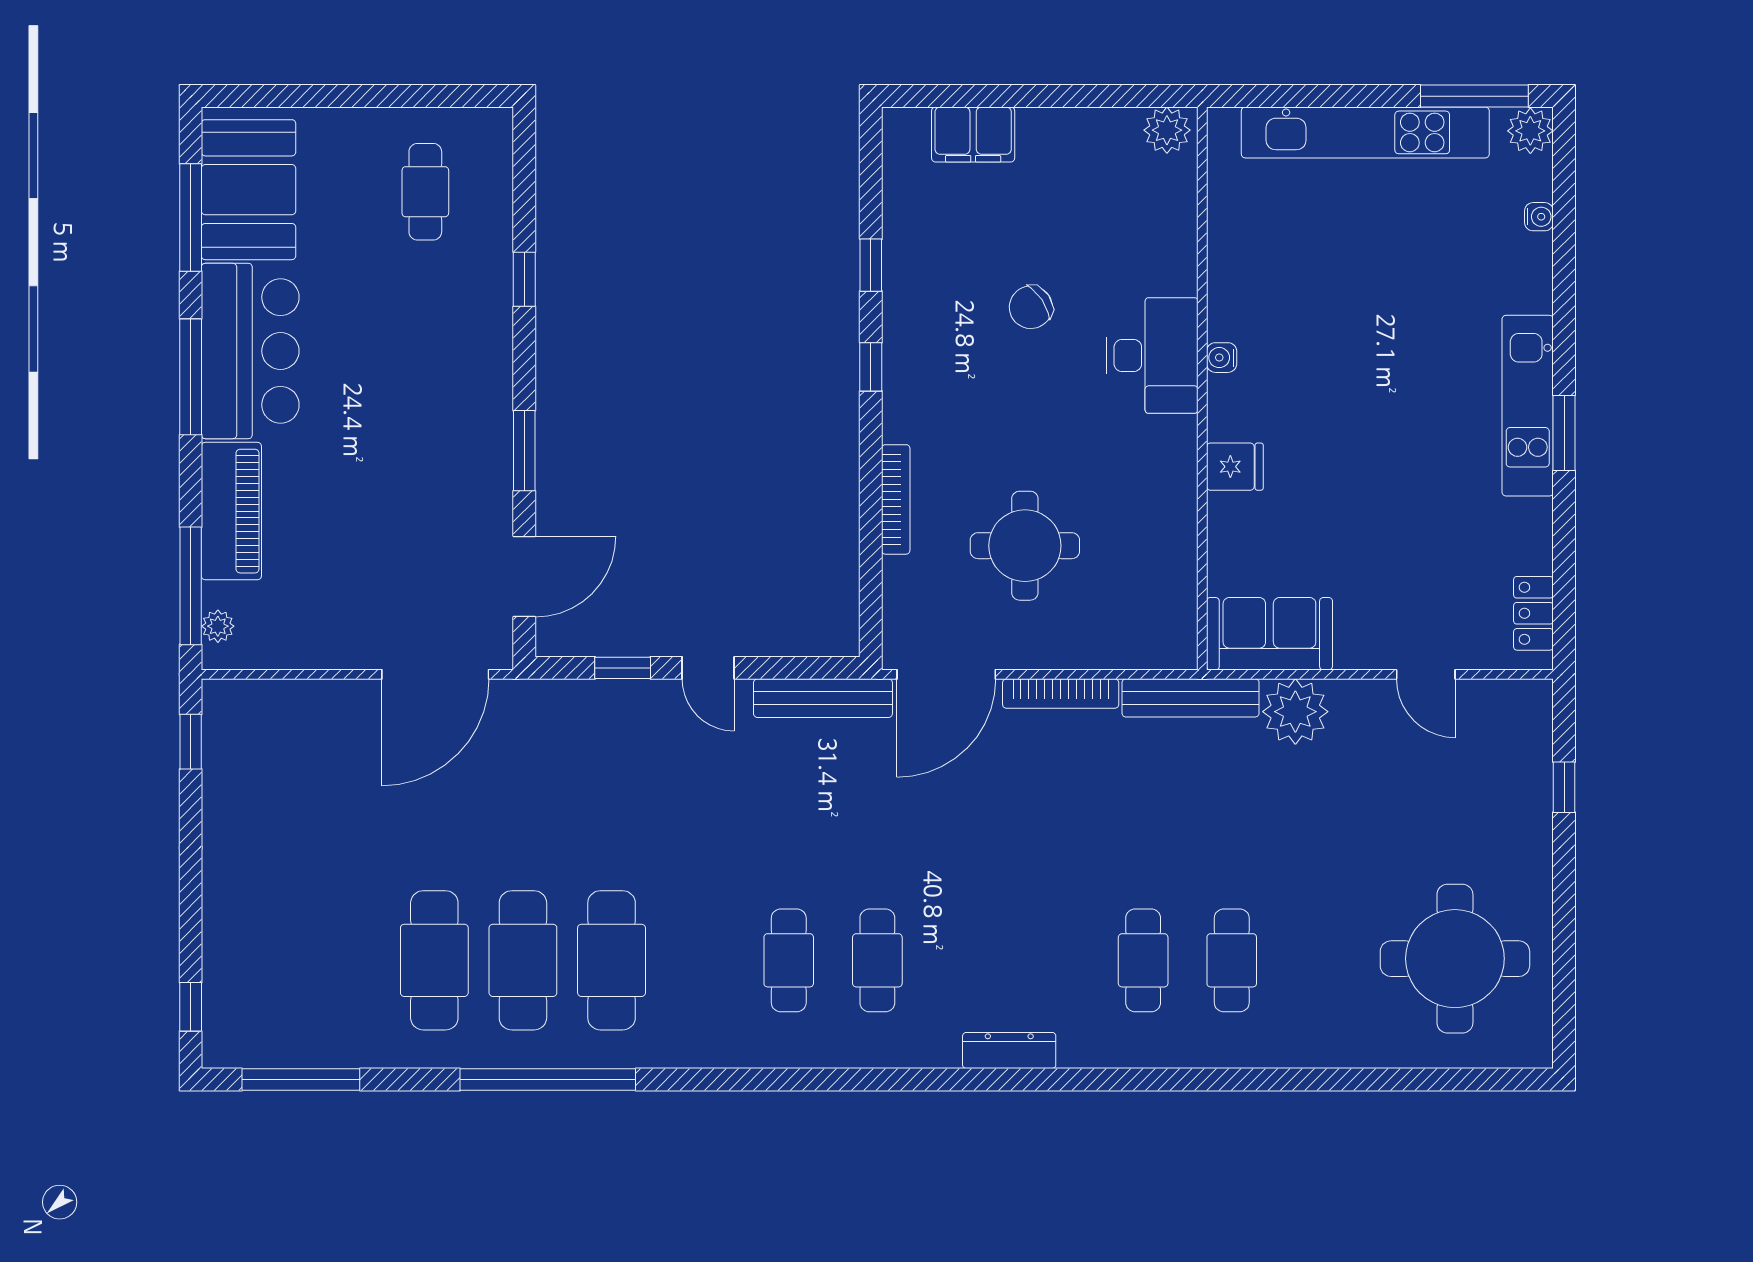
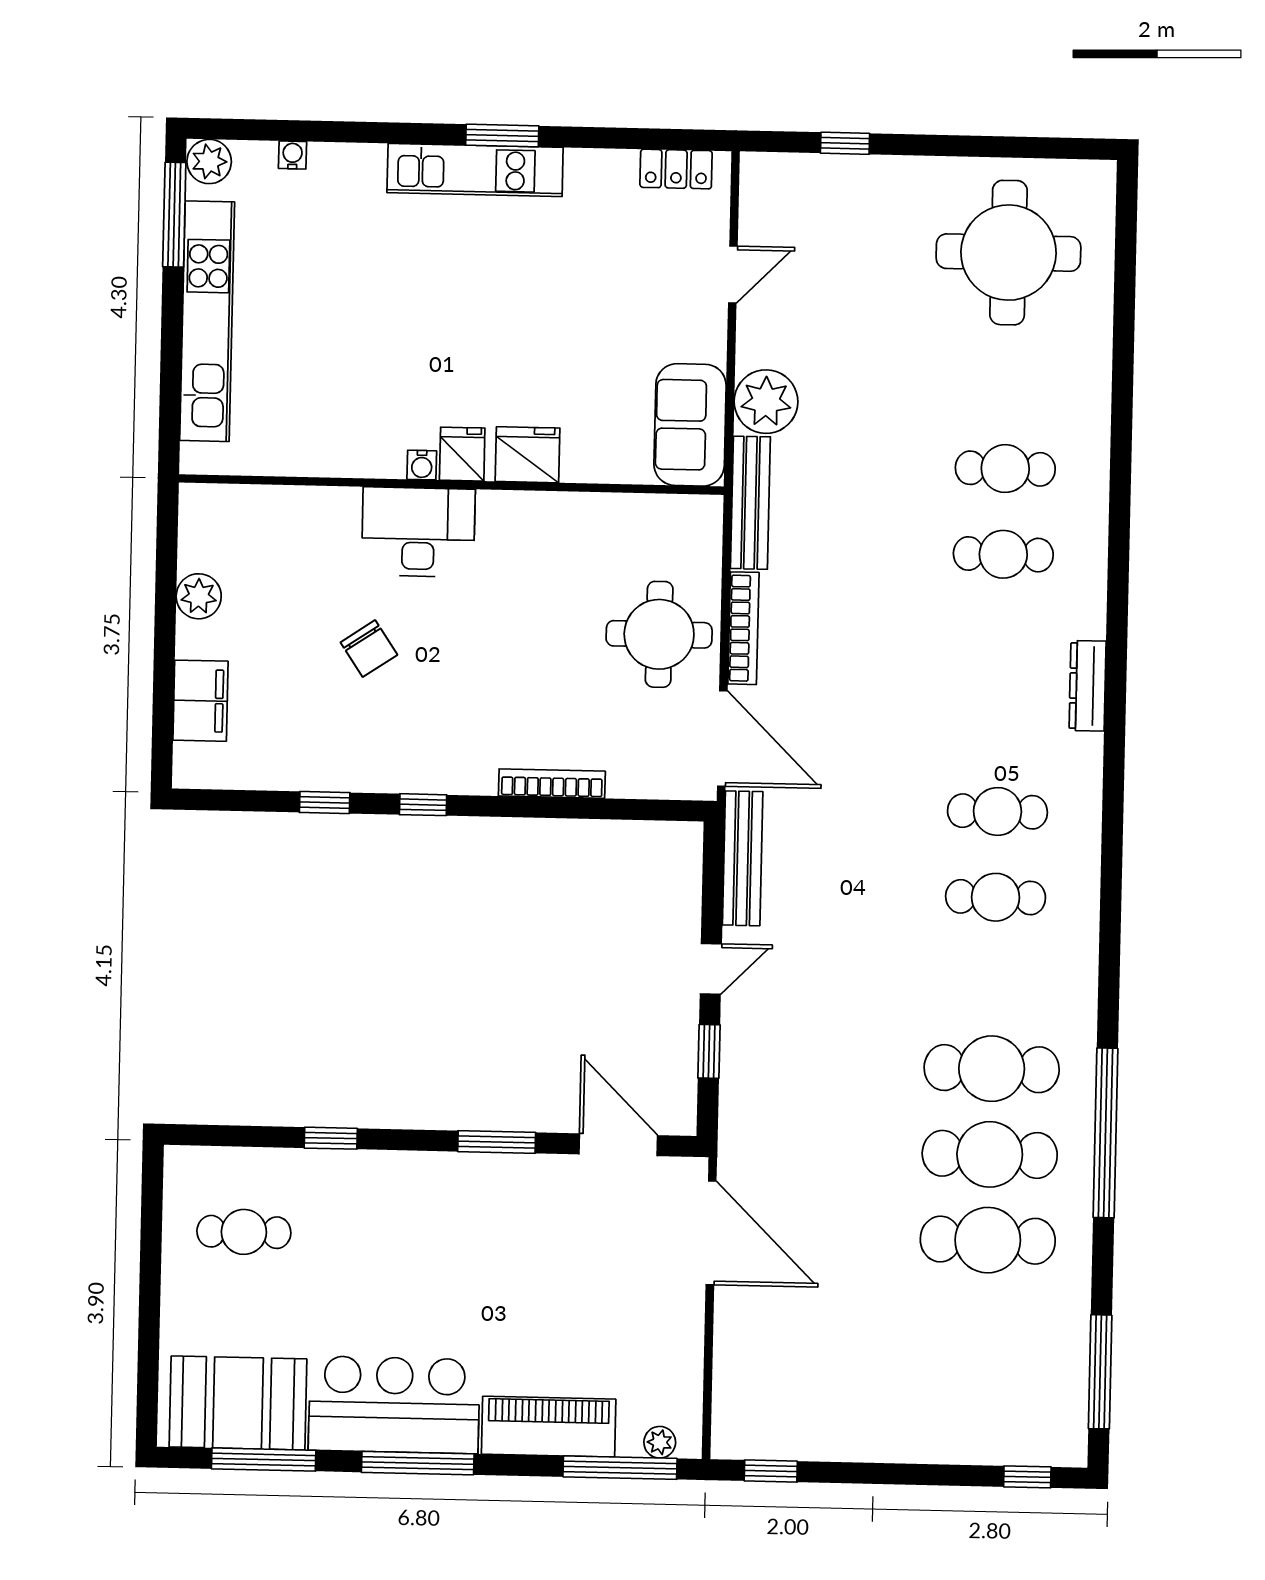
plant: (1167, 130) -> (199, 596), moved
fridge: (1234, 399) -> (462, 454), added
fridge: (1235, 467) -> (528, 455), width x1.38
round table: (1025, 546) -> (659, 634), moved

